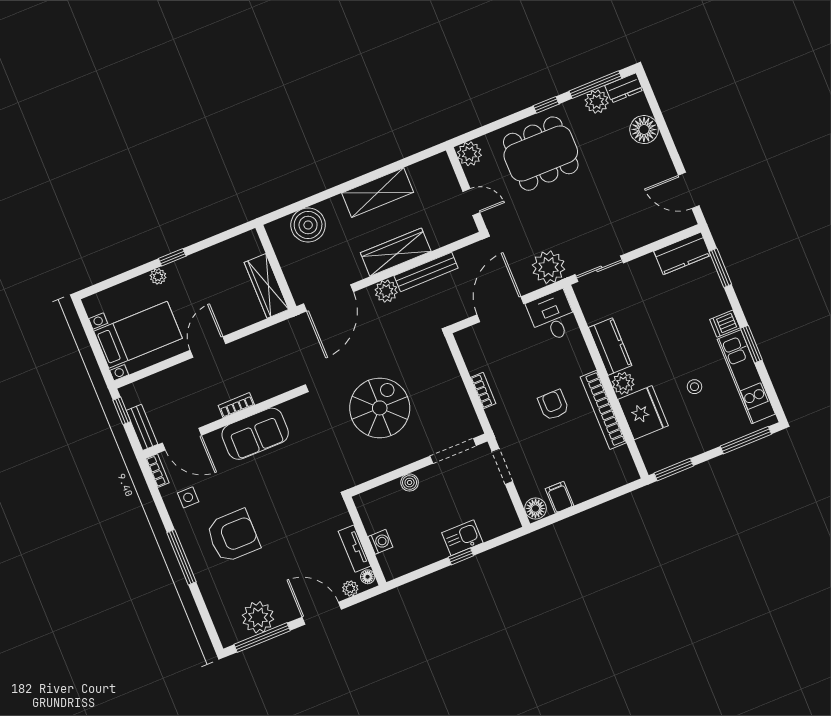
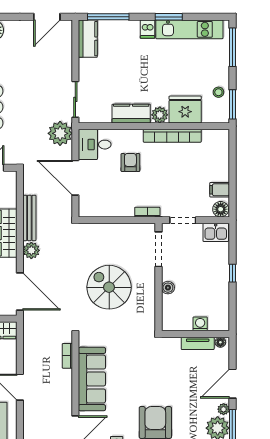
window: (720, 268) -> (108, 17), width x1.44
stool: (694, 387) -> (218, 92), moved
bookcase: (483, 390) -> (147, 212), moved
bookcase: (236, 405) -> (67, 356), moved
armchair: (553, 405) -> (130, 163), moved, turned 90
sofa: (255, 434) -> (92, 379), width x1.36
kitchen sink: (462, 538) -> (216, 232), moved, turned -90
plant: (350, 588) -> (224, 409), moved

